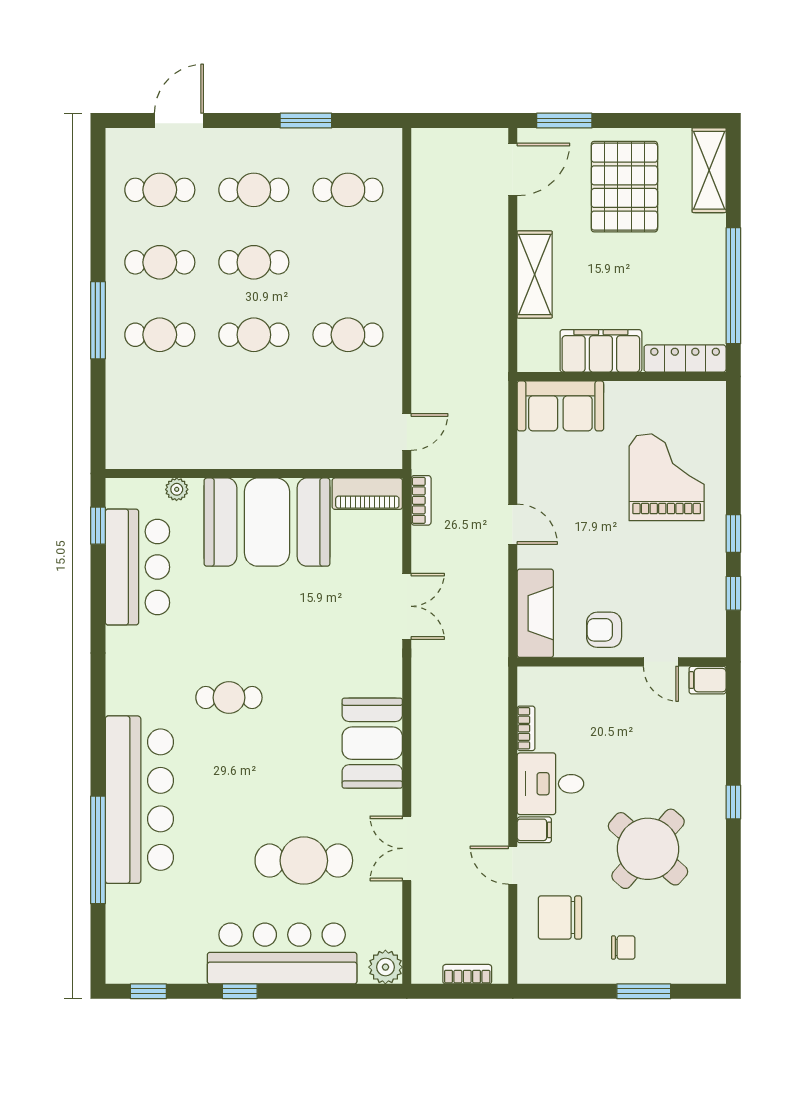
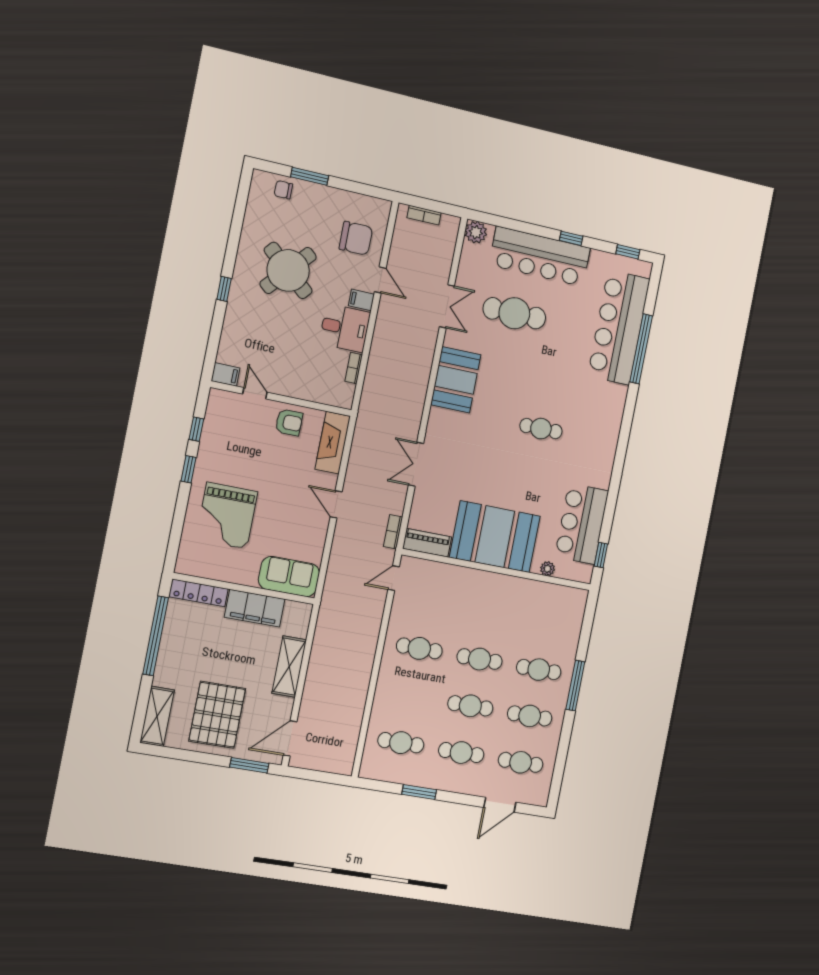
bar counter: (139, 800) -> (619, 327), moved
chair: (623, 948) -> (283, 190), moved

